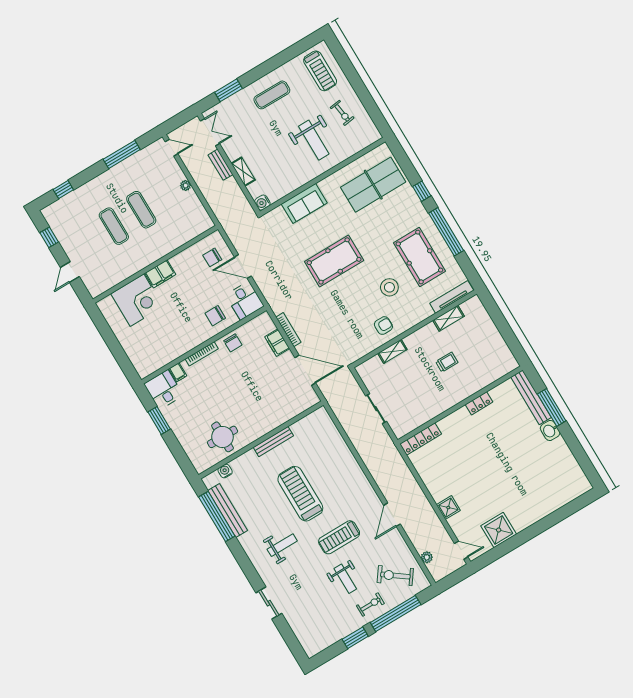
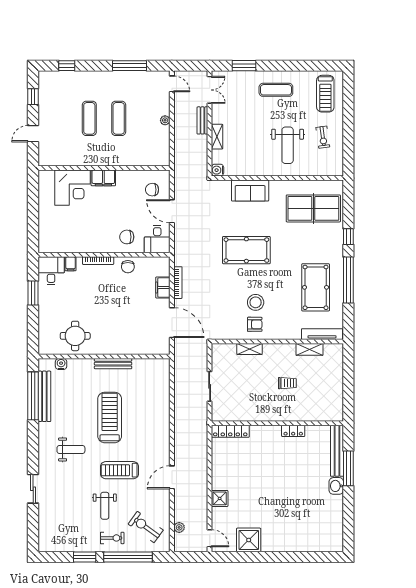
stool: (389, 287) -> (256, 302), moved

